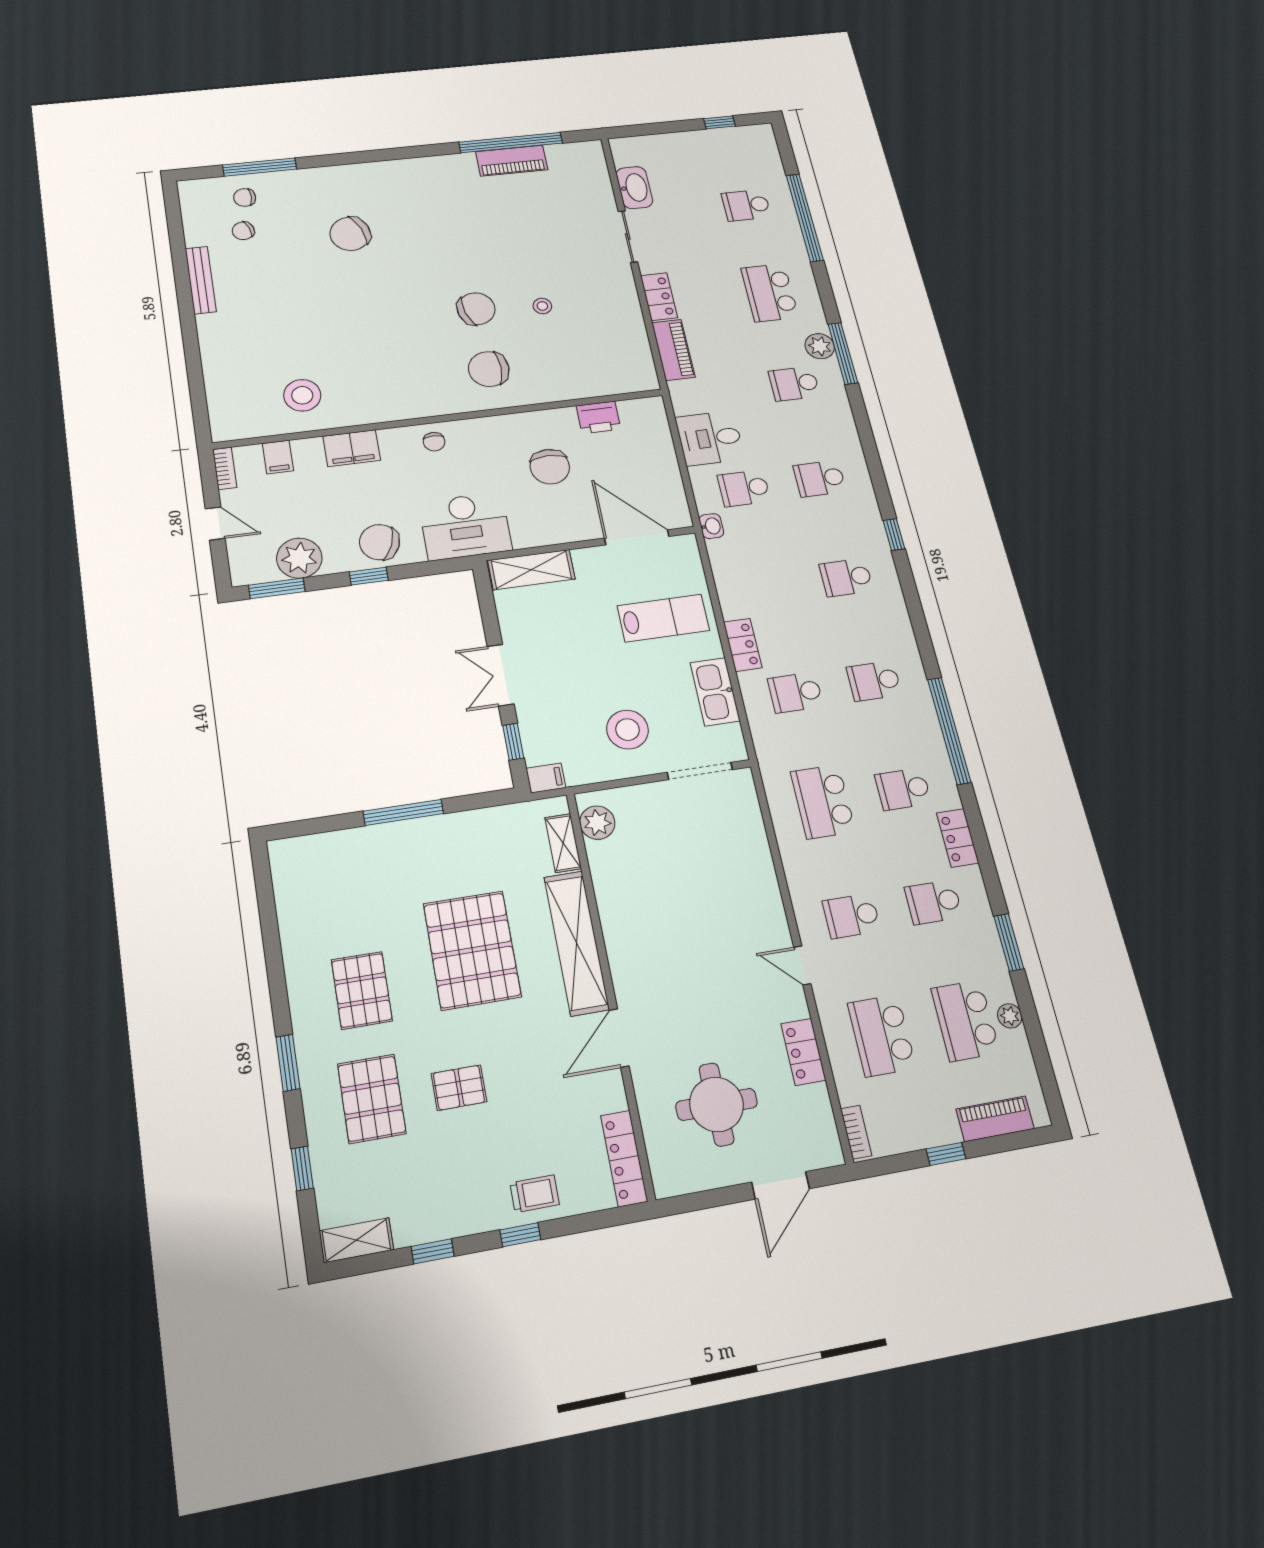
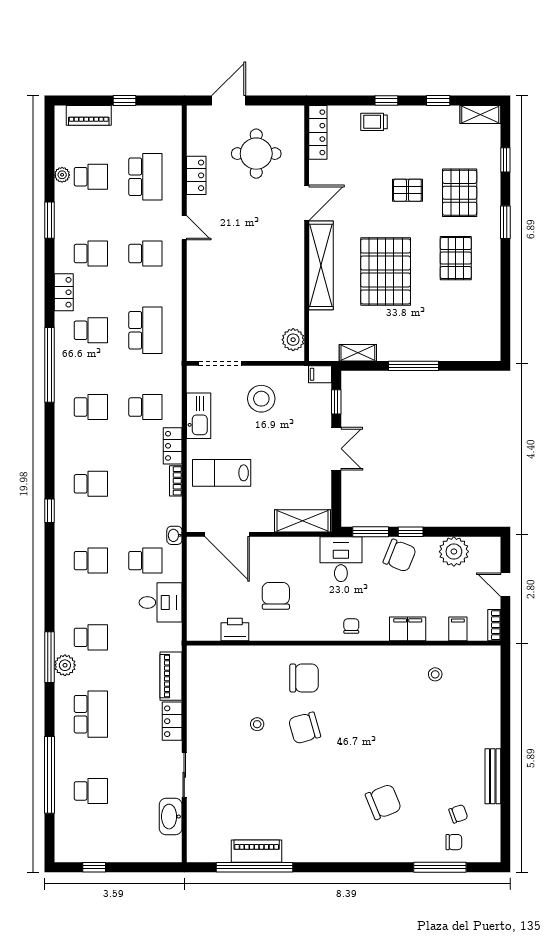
stool: (302, 395) -> (435, 674), width x0.53, depth x0.53
desk: (465, 526) -> (341, 559), width x0.73
window: (277, 588) -> (371, 532), moved
shelving: (563, 843) -> (358, 353), moved, turned 90
school desk: (965, 1021) -> (91, 177), width x0.54
bookcase: (856, 1132) -> (176, 481), moved

